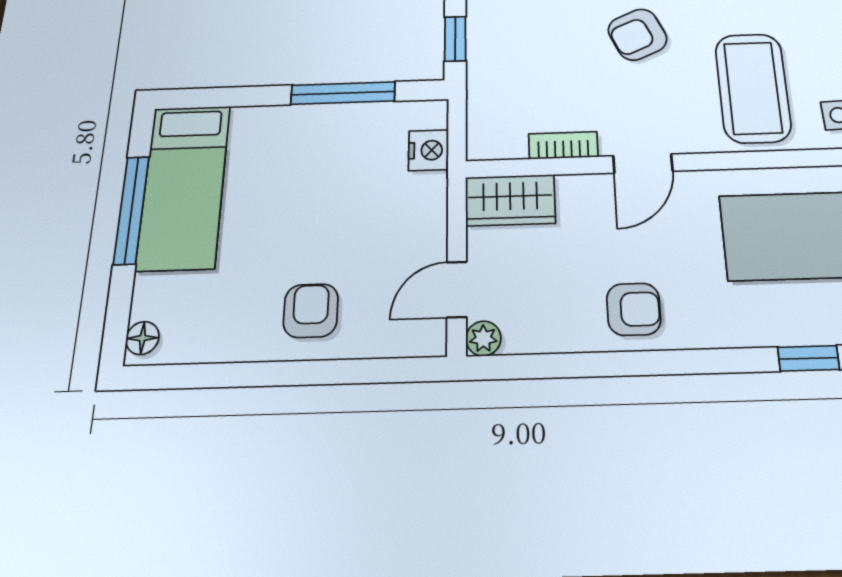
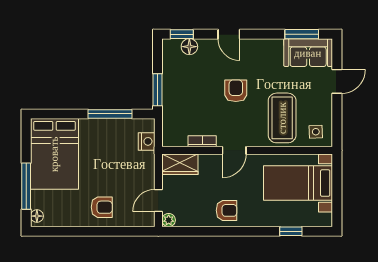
armchair: (637, 35) -> (236, 91), turned 114
window: (455, 39) -> (158, 90), width x1.50
bed: (184, 186) -> (54, 154), width x1.50
window: (131, 210) -> (26, 186), moved
armchair: (311, 311) -> (102, 207), turned 90

